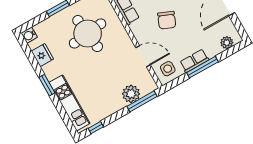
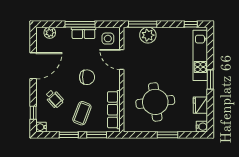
chair: (167, 20) -> (87, 77), turned 67

